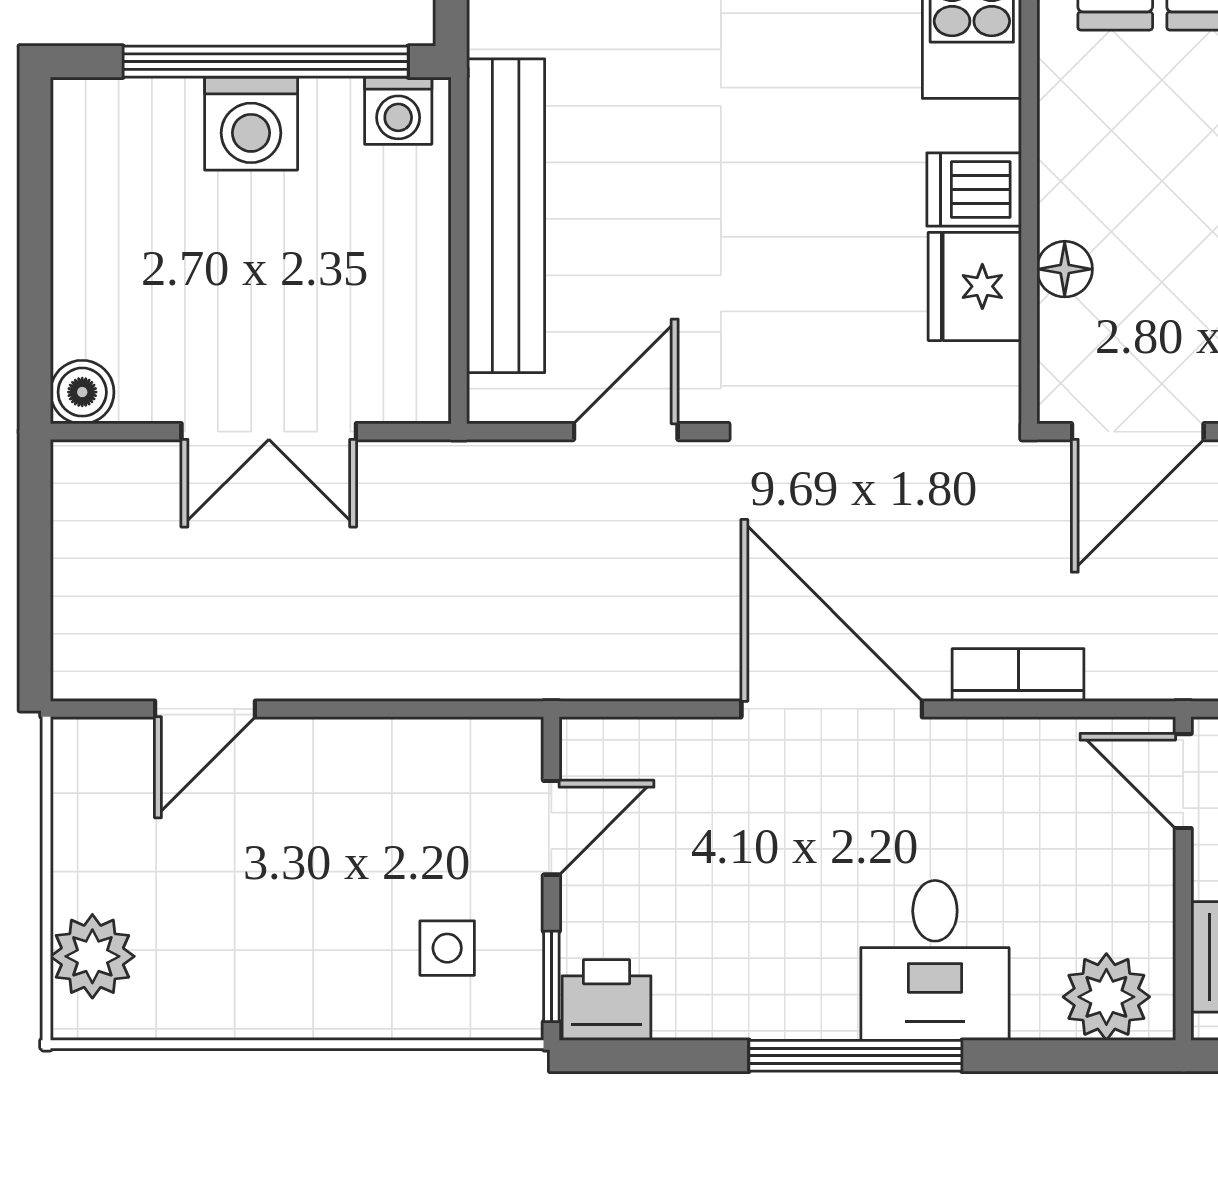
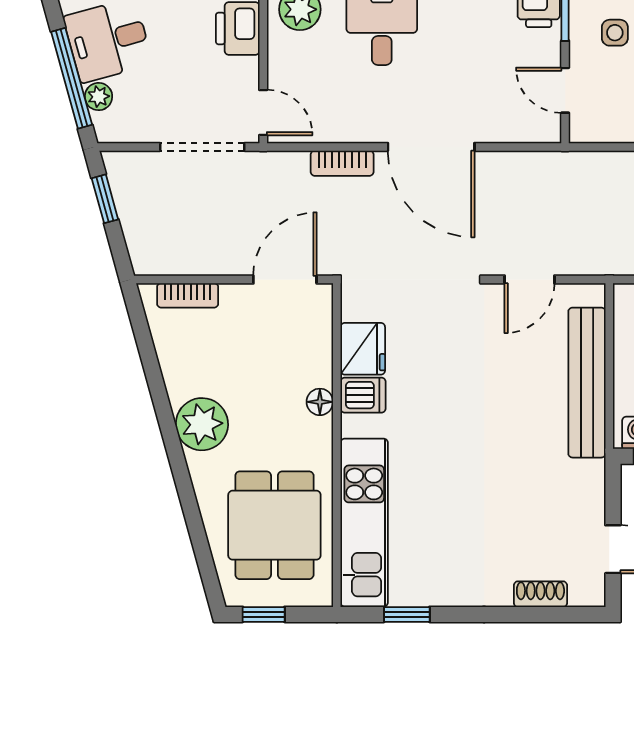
floor lamp: (1065, 269) -> (320, 402), moved
door: (551, 828) -> (565, 90), hinge flipped

